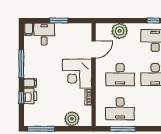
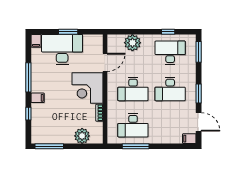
desk: (44, 34) -> (62, 50), width x1.87, depth x1.30
printer: (30, 96) -> (38, 112), removed

